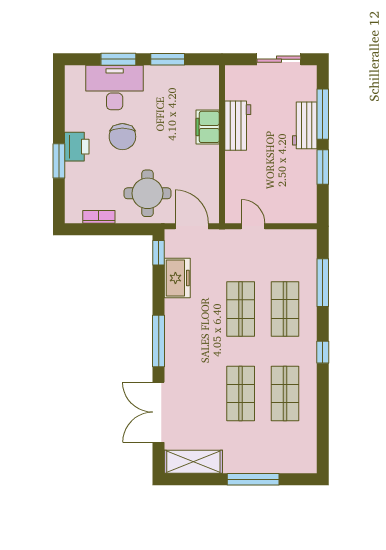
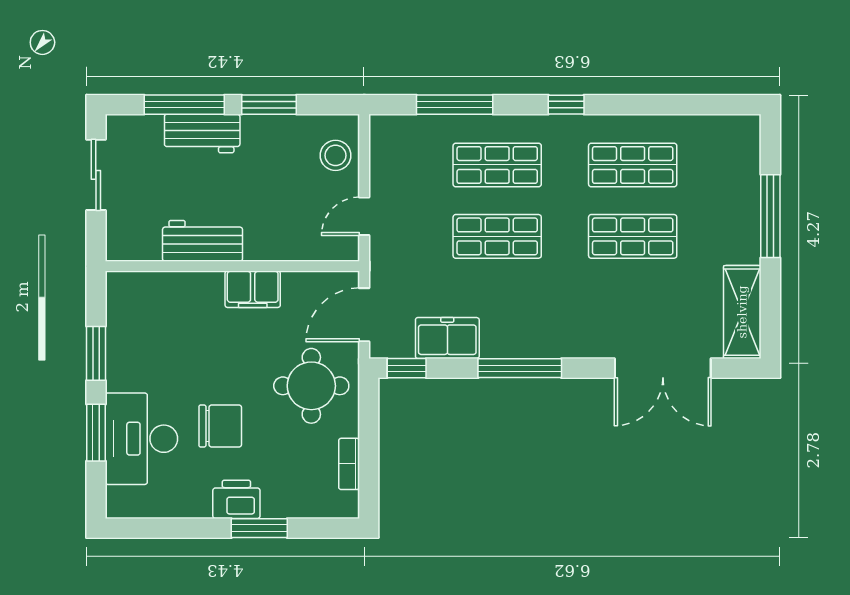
filing cabinet: (208, 127) -> (253, 289), moved
stool: (291, 208) -> (336, 155), added
window: (159, 341) -> (520, 368), moved

